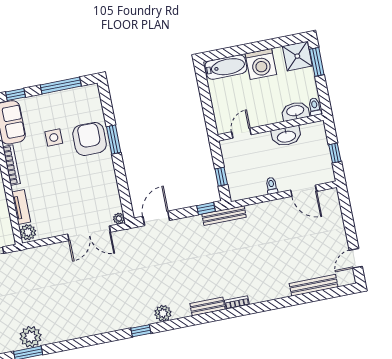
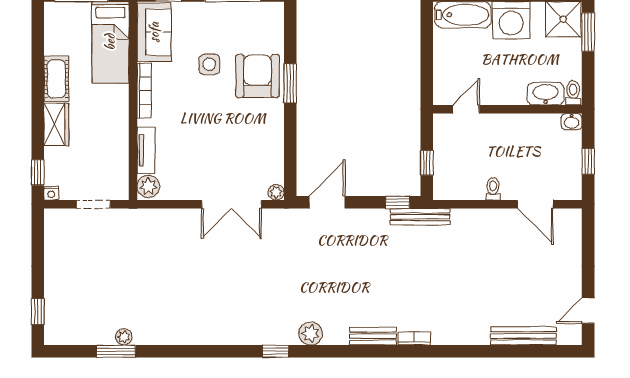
washbasin: (286, 136) -> (572, 122), moved, width x0.52, depth x0.69
plant: (31, 337) -> (124, 337), width x0.53, depth x0.53

